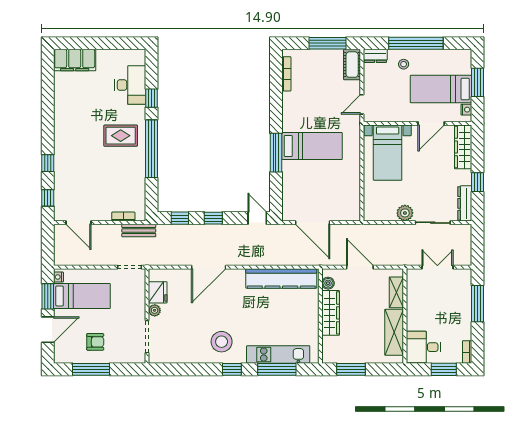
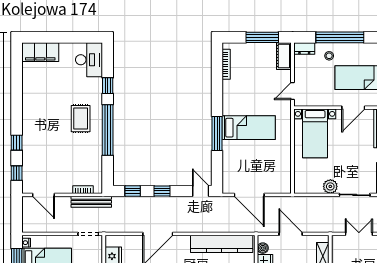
desk: (130, 85) -> (89, 60), moved
rug: (121, 136) -> (81, 119), turned 90
bench: (139, 231) -> (91, 202), width x1.36

